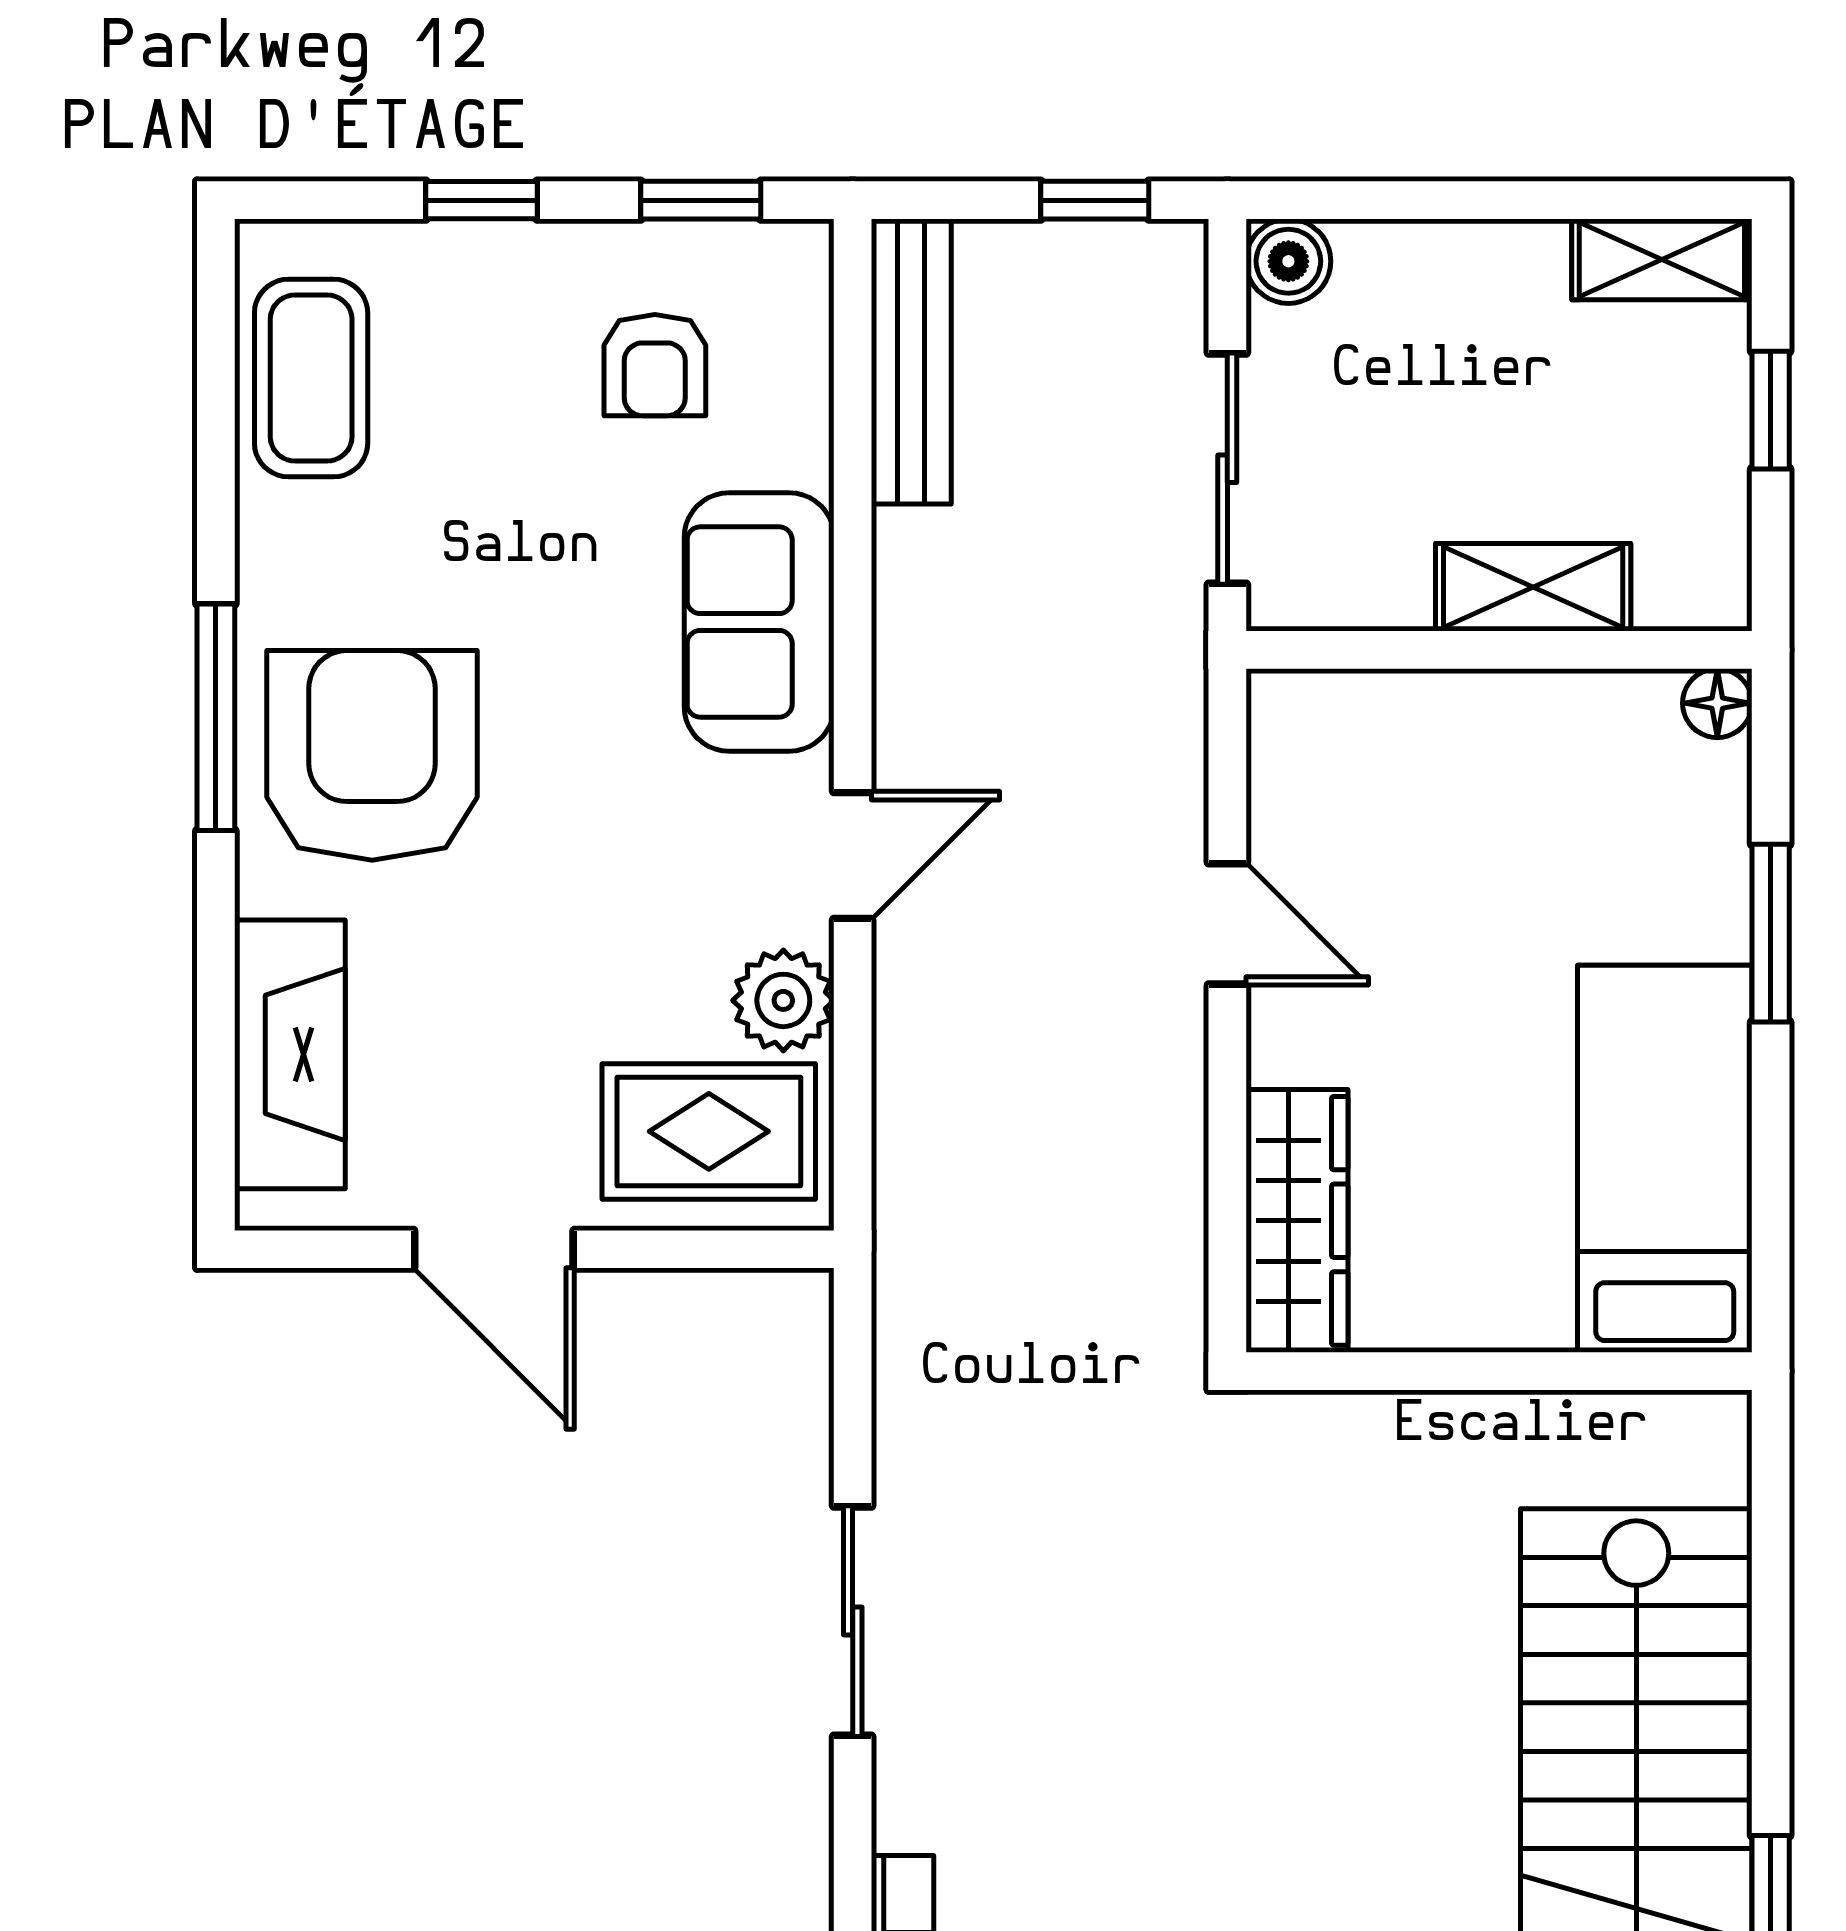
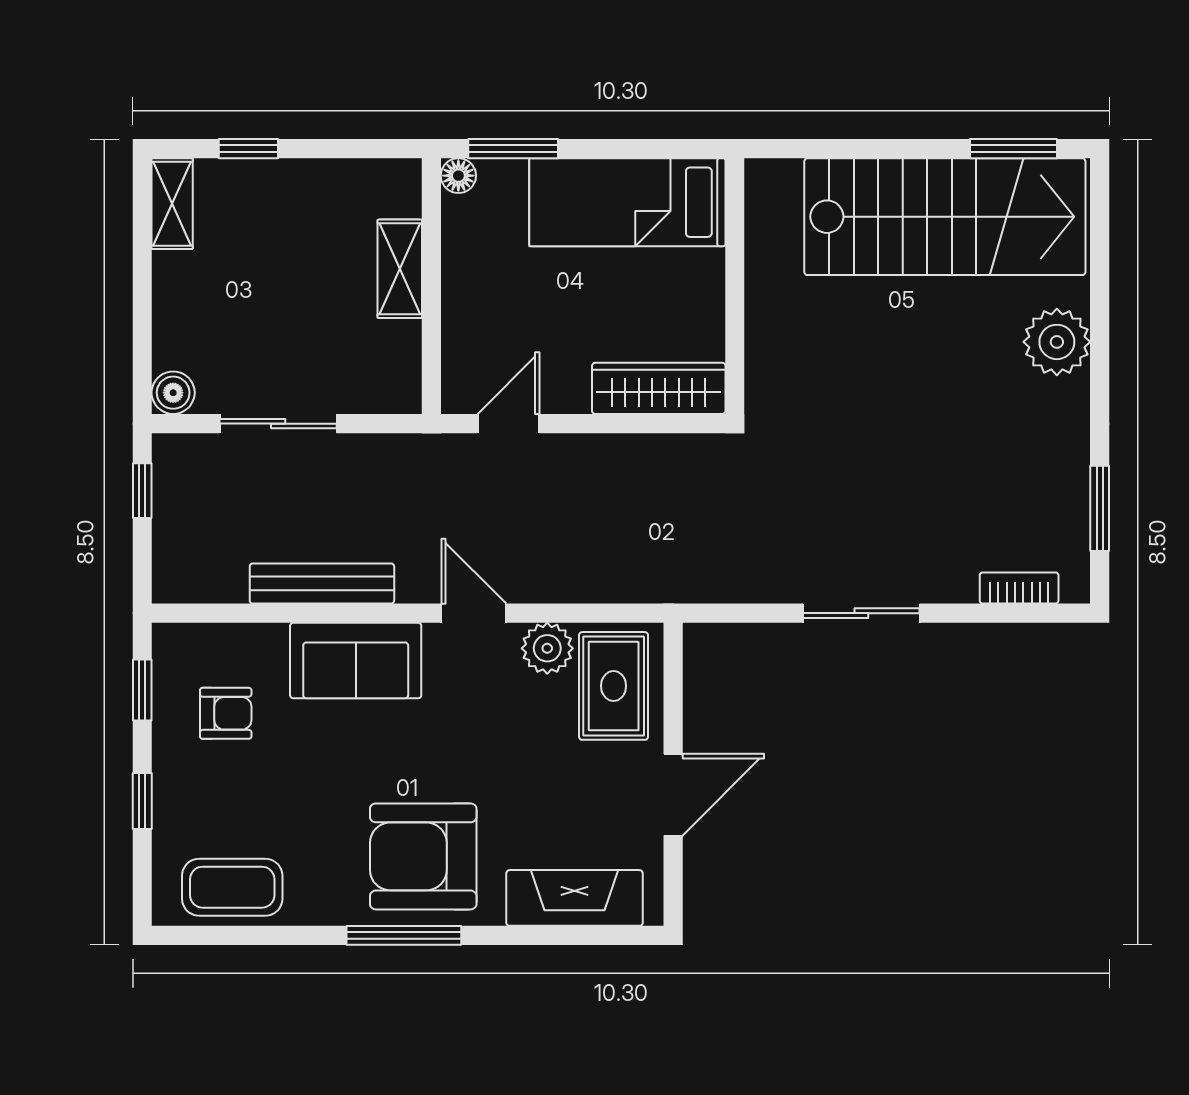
bench: (911, 361) -> (322, 583), moved
shelving: (1533, 587) -> (400, 269), moved
wall: (1499, 650) -> (431, 286), moved
floor lamp: (1717, 703) -> (458, 176), moved

